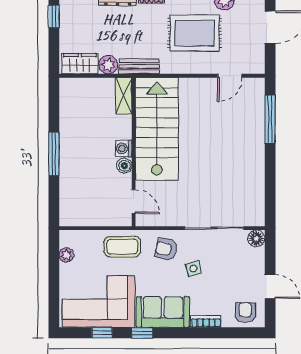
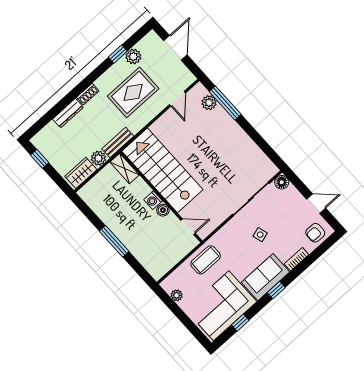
plant: (256, 105) -> (209, 103), added
armchair: (166, 249) -> (233, 238), removed
armchair: (245, 313) -> (315, 233), turned -90
window: (142, 333) -> (276, 290), moved

